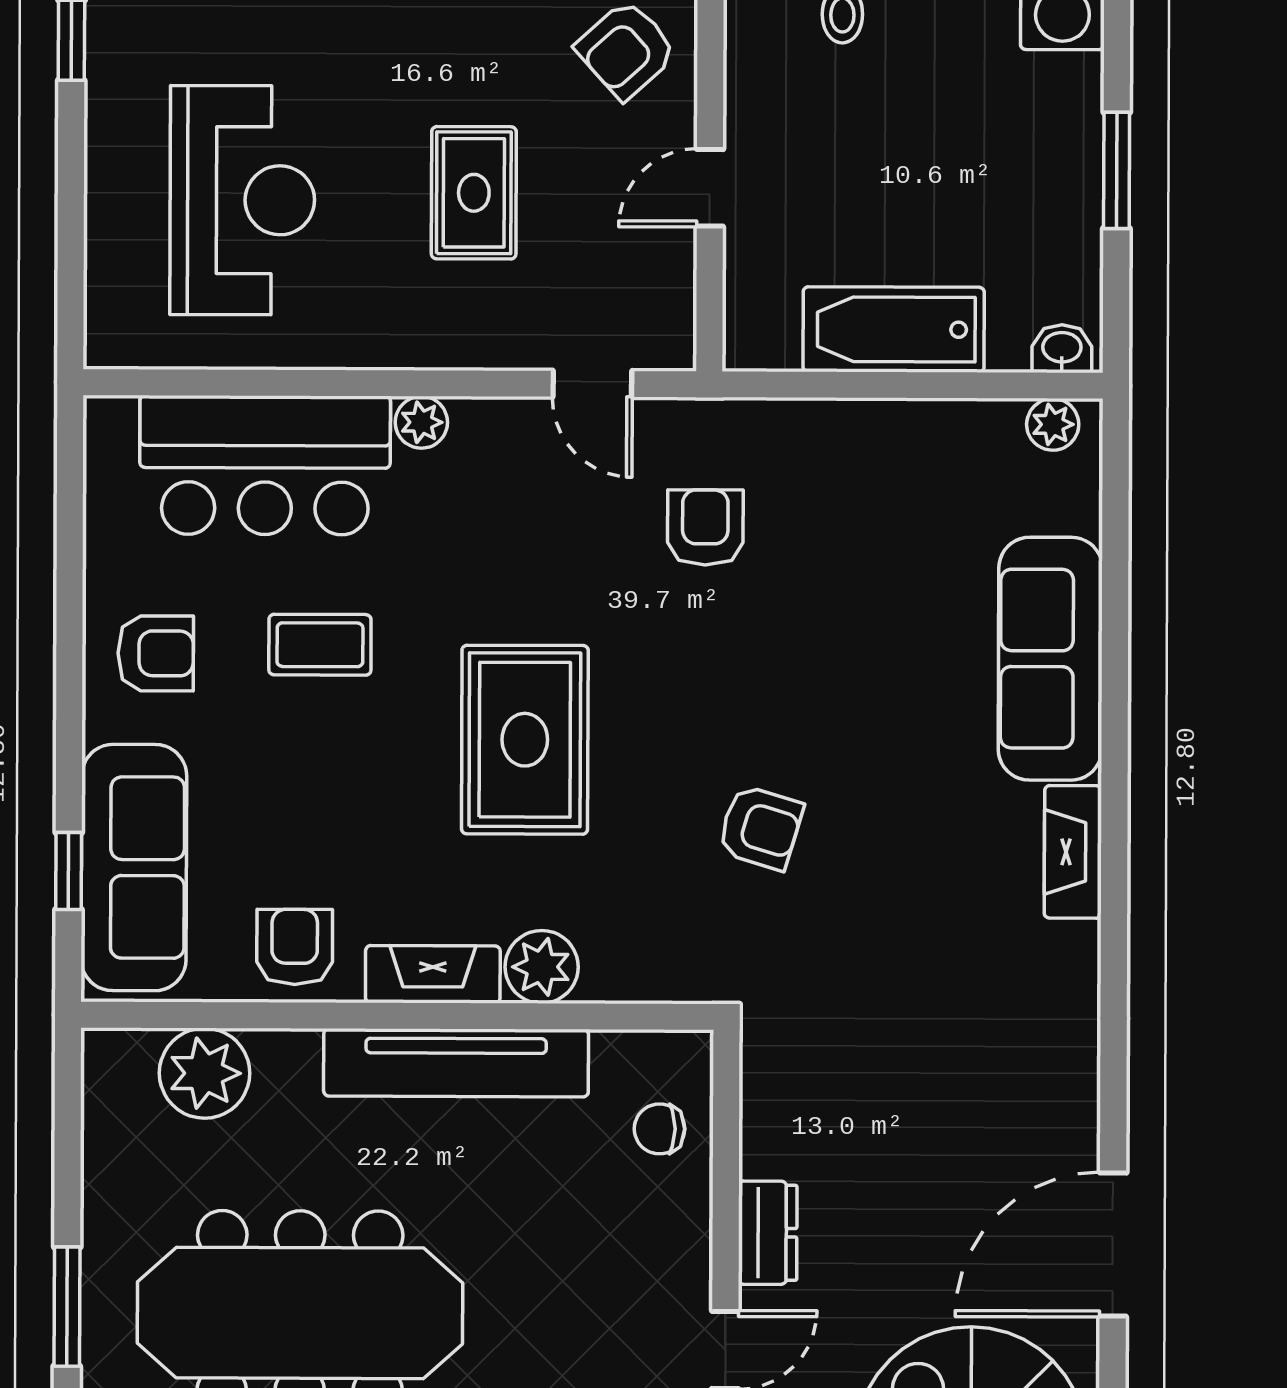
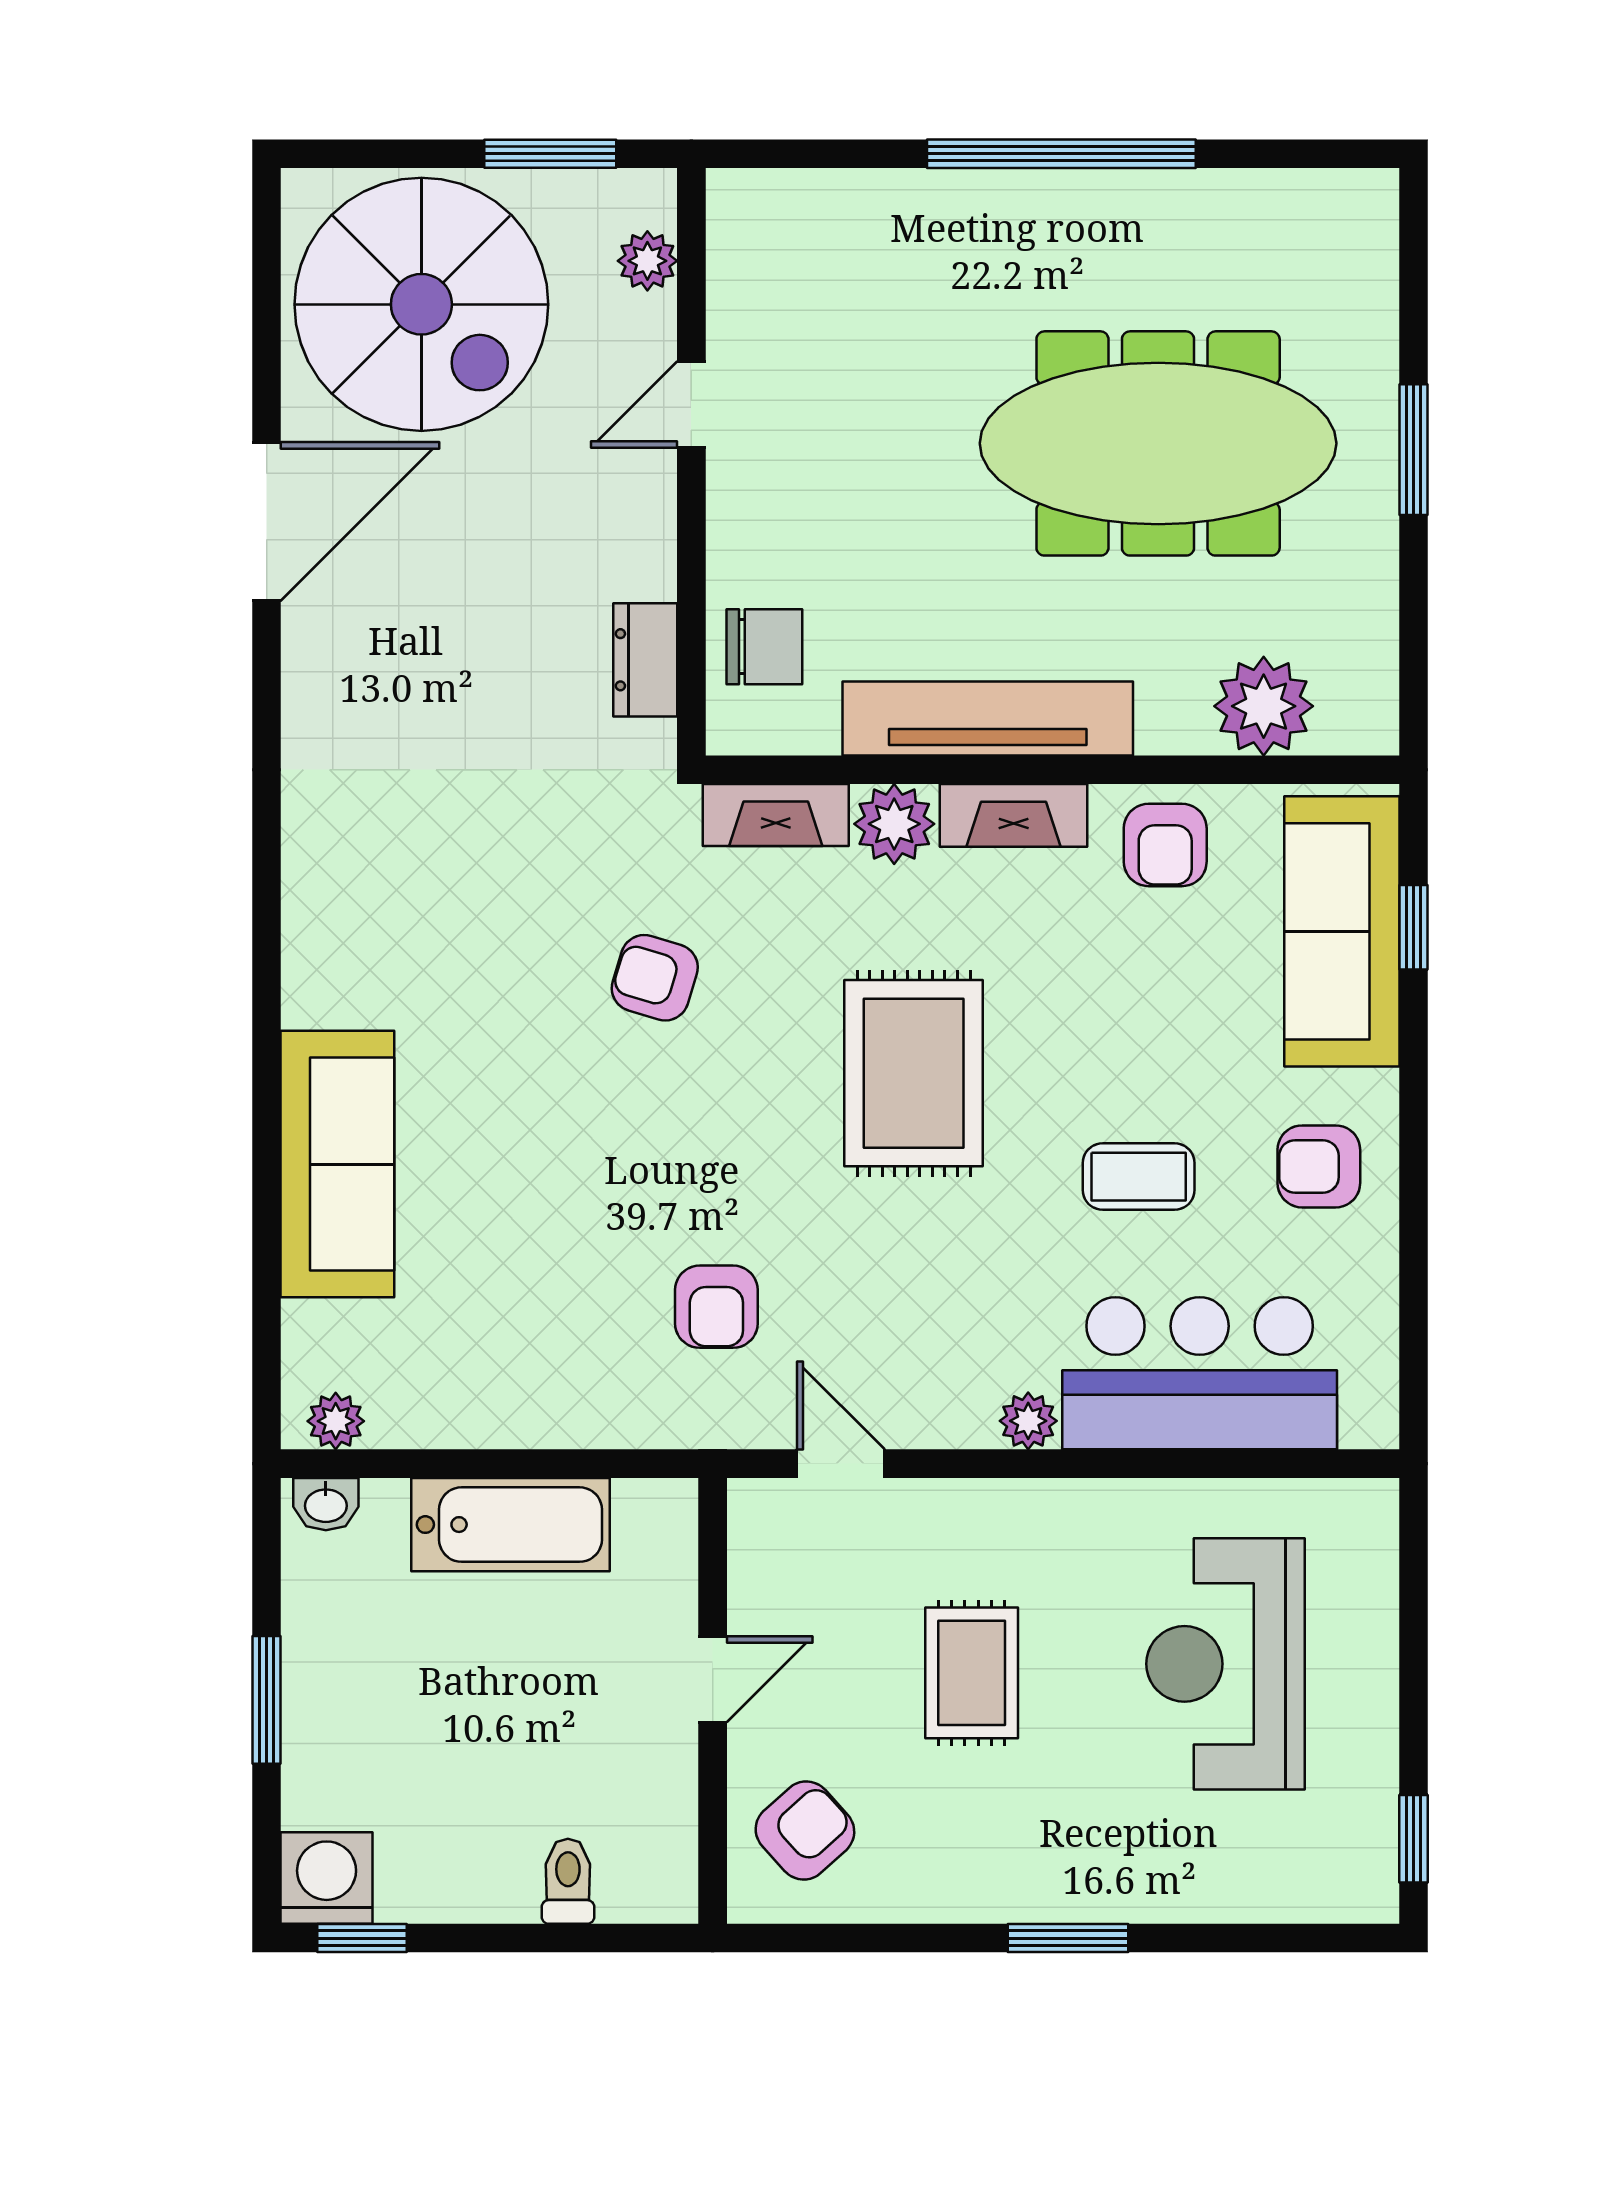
fireplace: (1073, 852) -> (776, 815), moved, turned 90
chair: (659, 1129) -> (764, 647), width x1.37, depth x1.37
dresser: (768, 1233) -> (645, 660), moved

